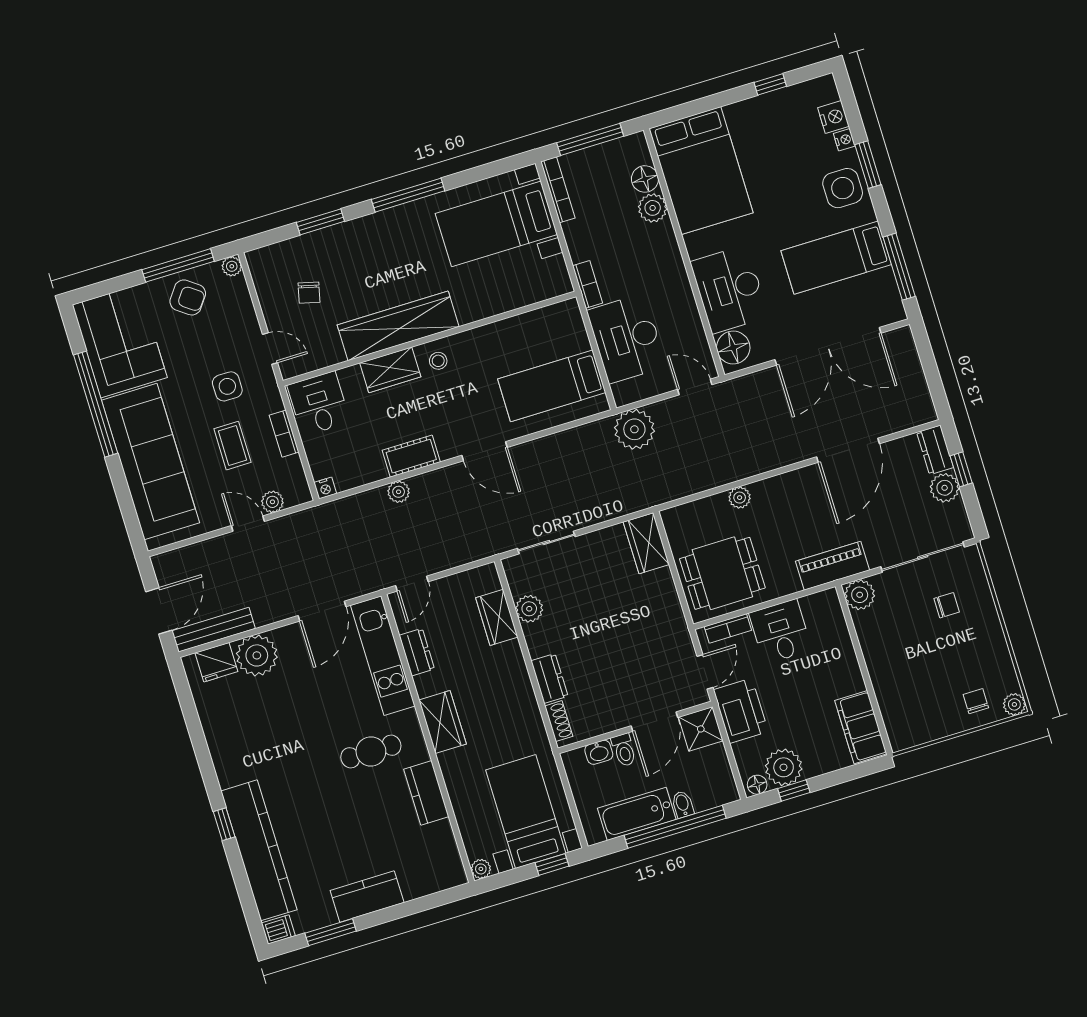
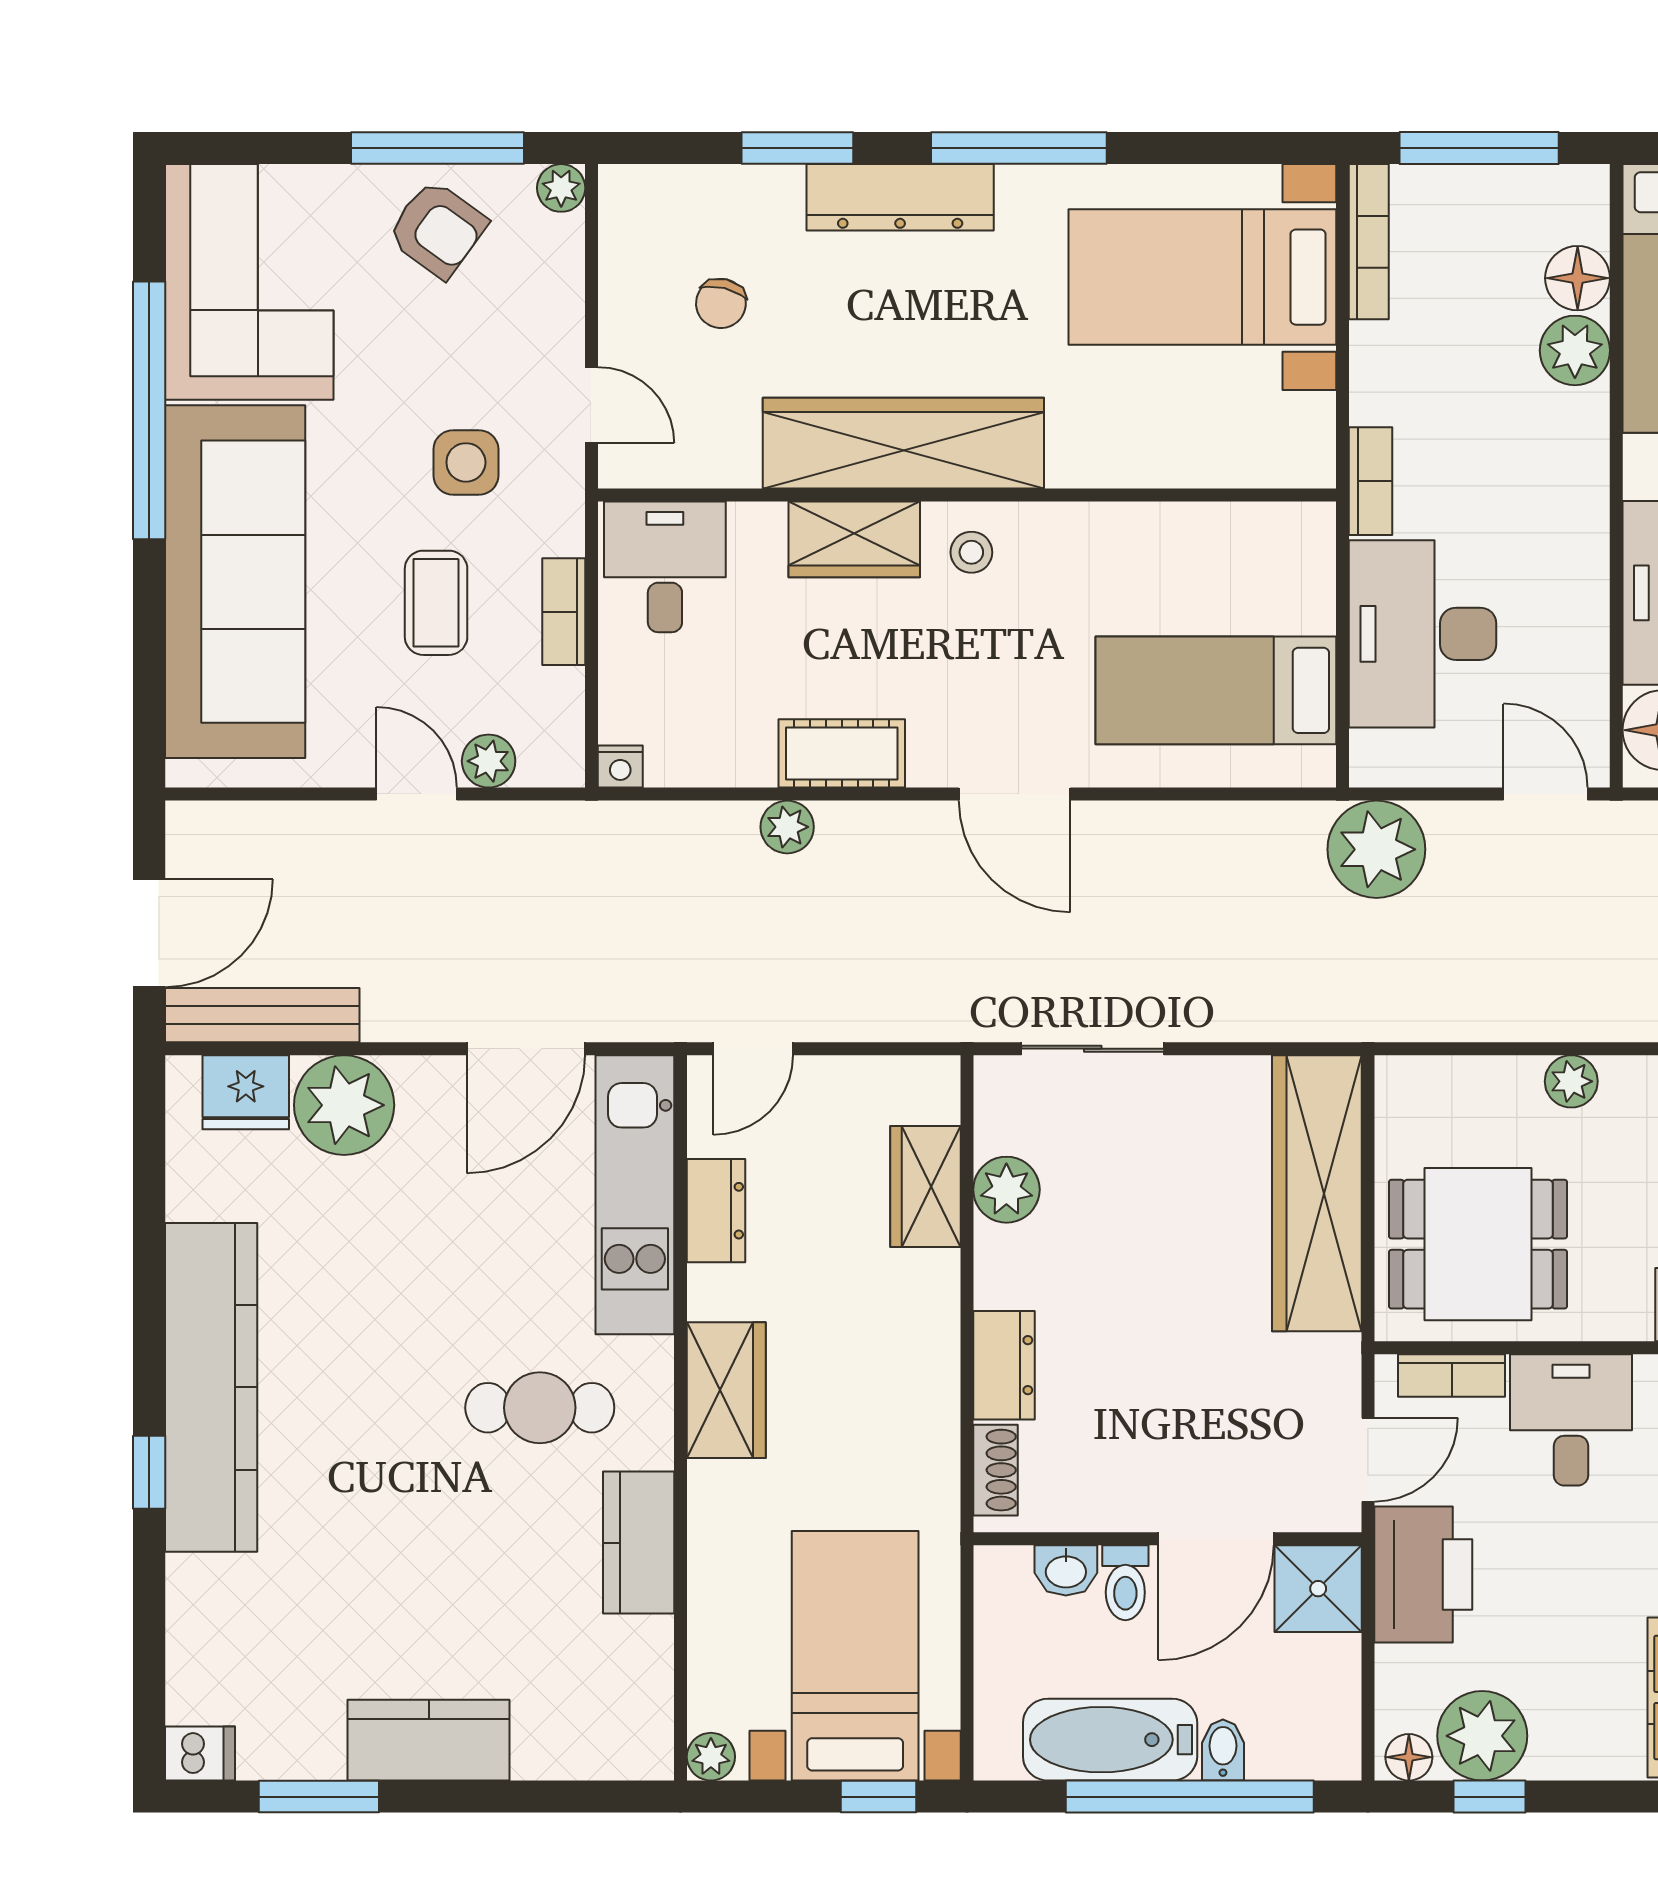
dresser: (367, 229) -> (900, 197), added
wardrobe: (646, 543) -> (1317, 1193), width x2.10, depth x1.17
kitchen counter: (259, 850) -> (211, 1387), moved

